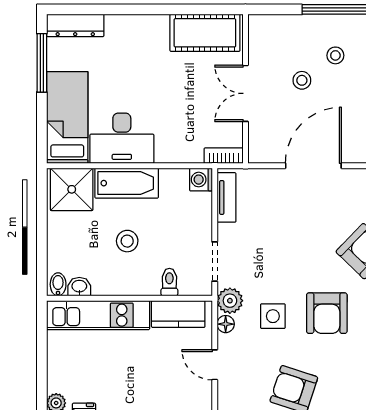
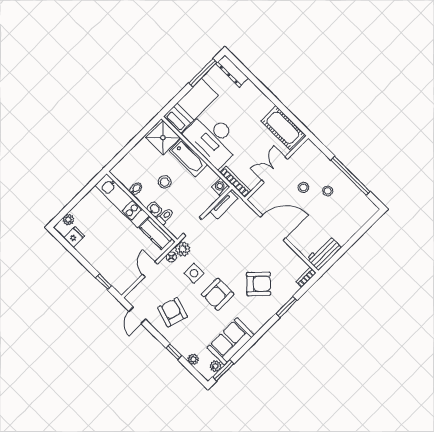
desk: (122, 138) -> (213, 139), width x1.36, depth x1.30
bookcase: (224, 156) -> (235, 182), width x1.56
bidet: (58, 284) -> (136, 189), moved
washbasin: (79, 287) -> (154, 209), moved

